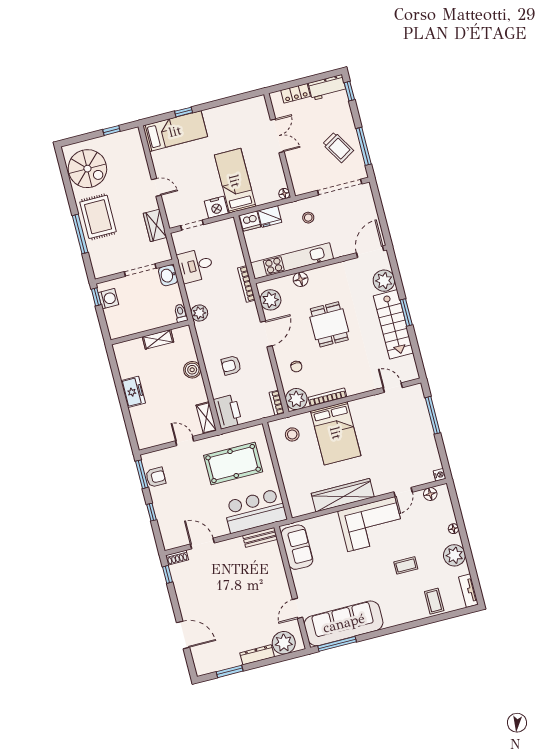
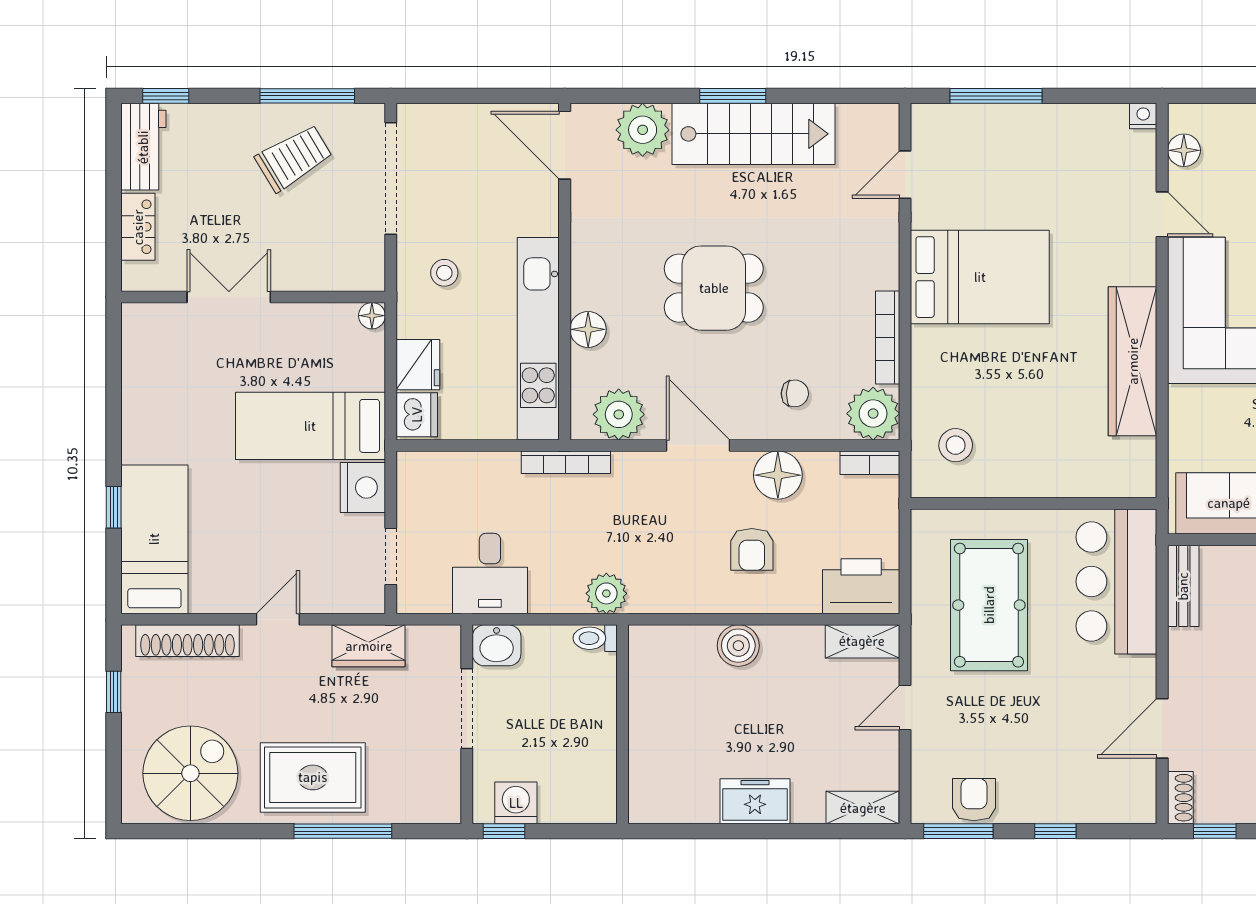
shoe rack: (139, 154) -> (188, 641), added
shelving: (158, 339) -> (863, 808), moved, turned 90
floor lamp: (263, 368) -> (778, 475), added
bed: (336, 433) -> (980, 277), moved

